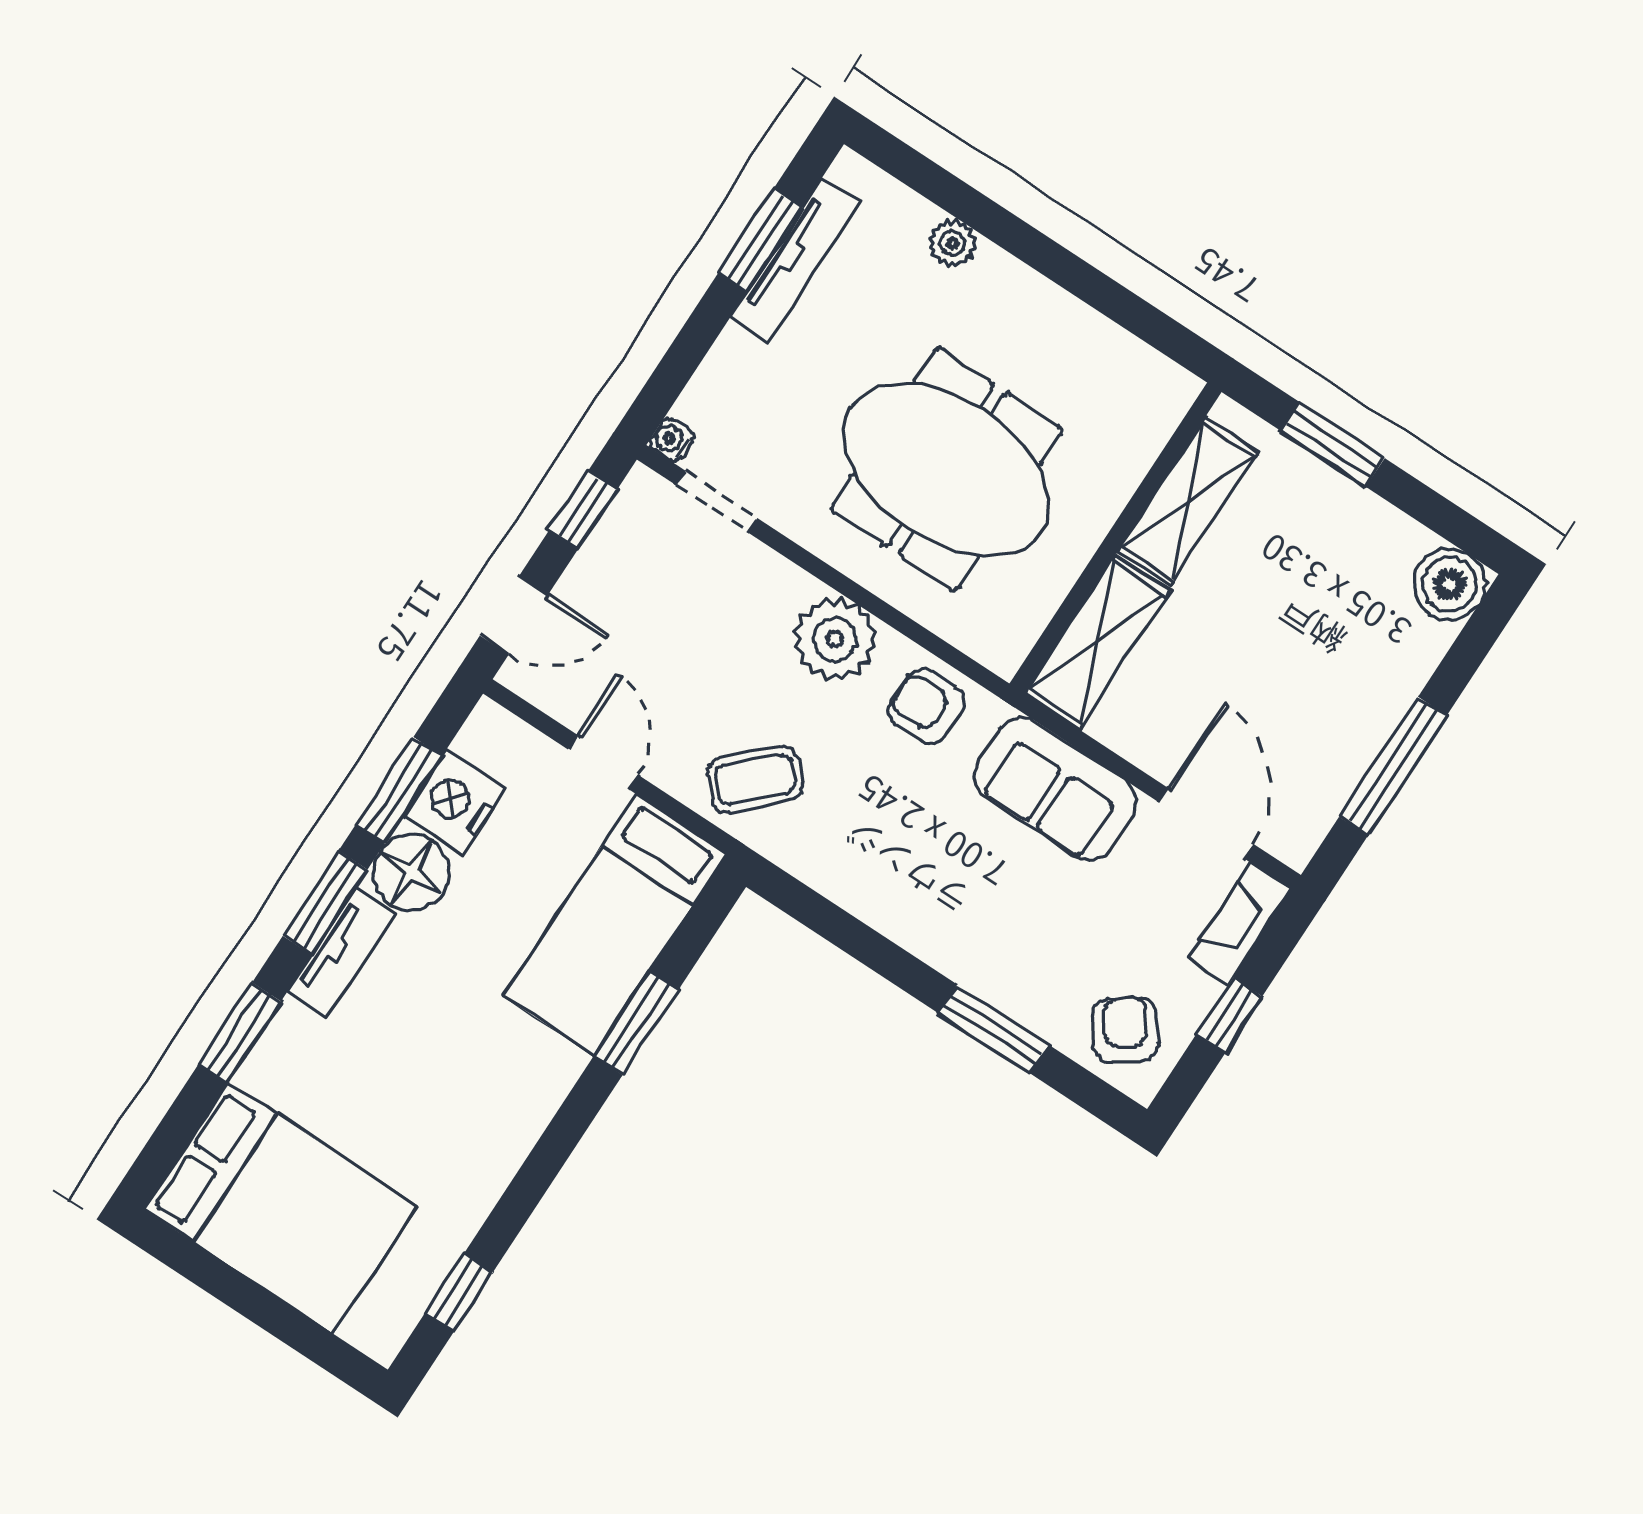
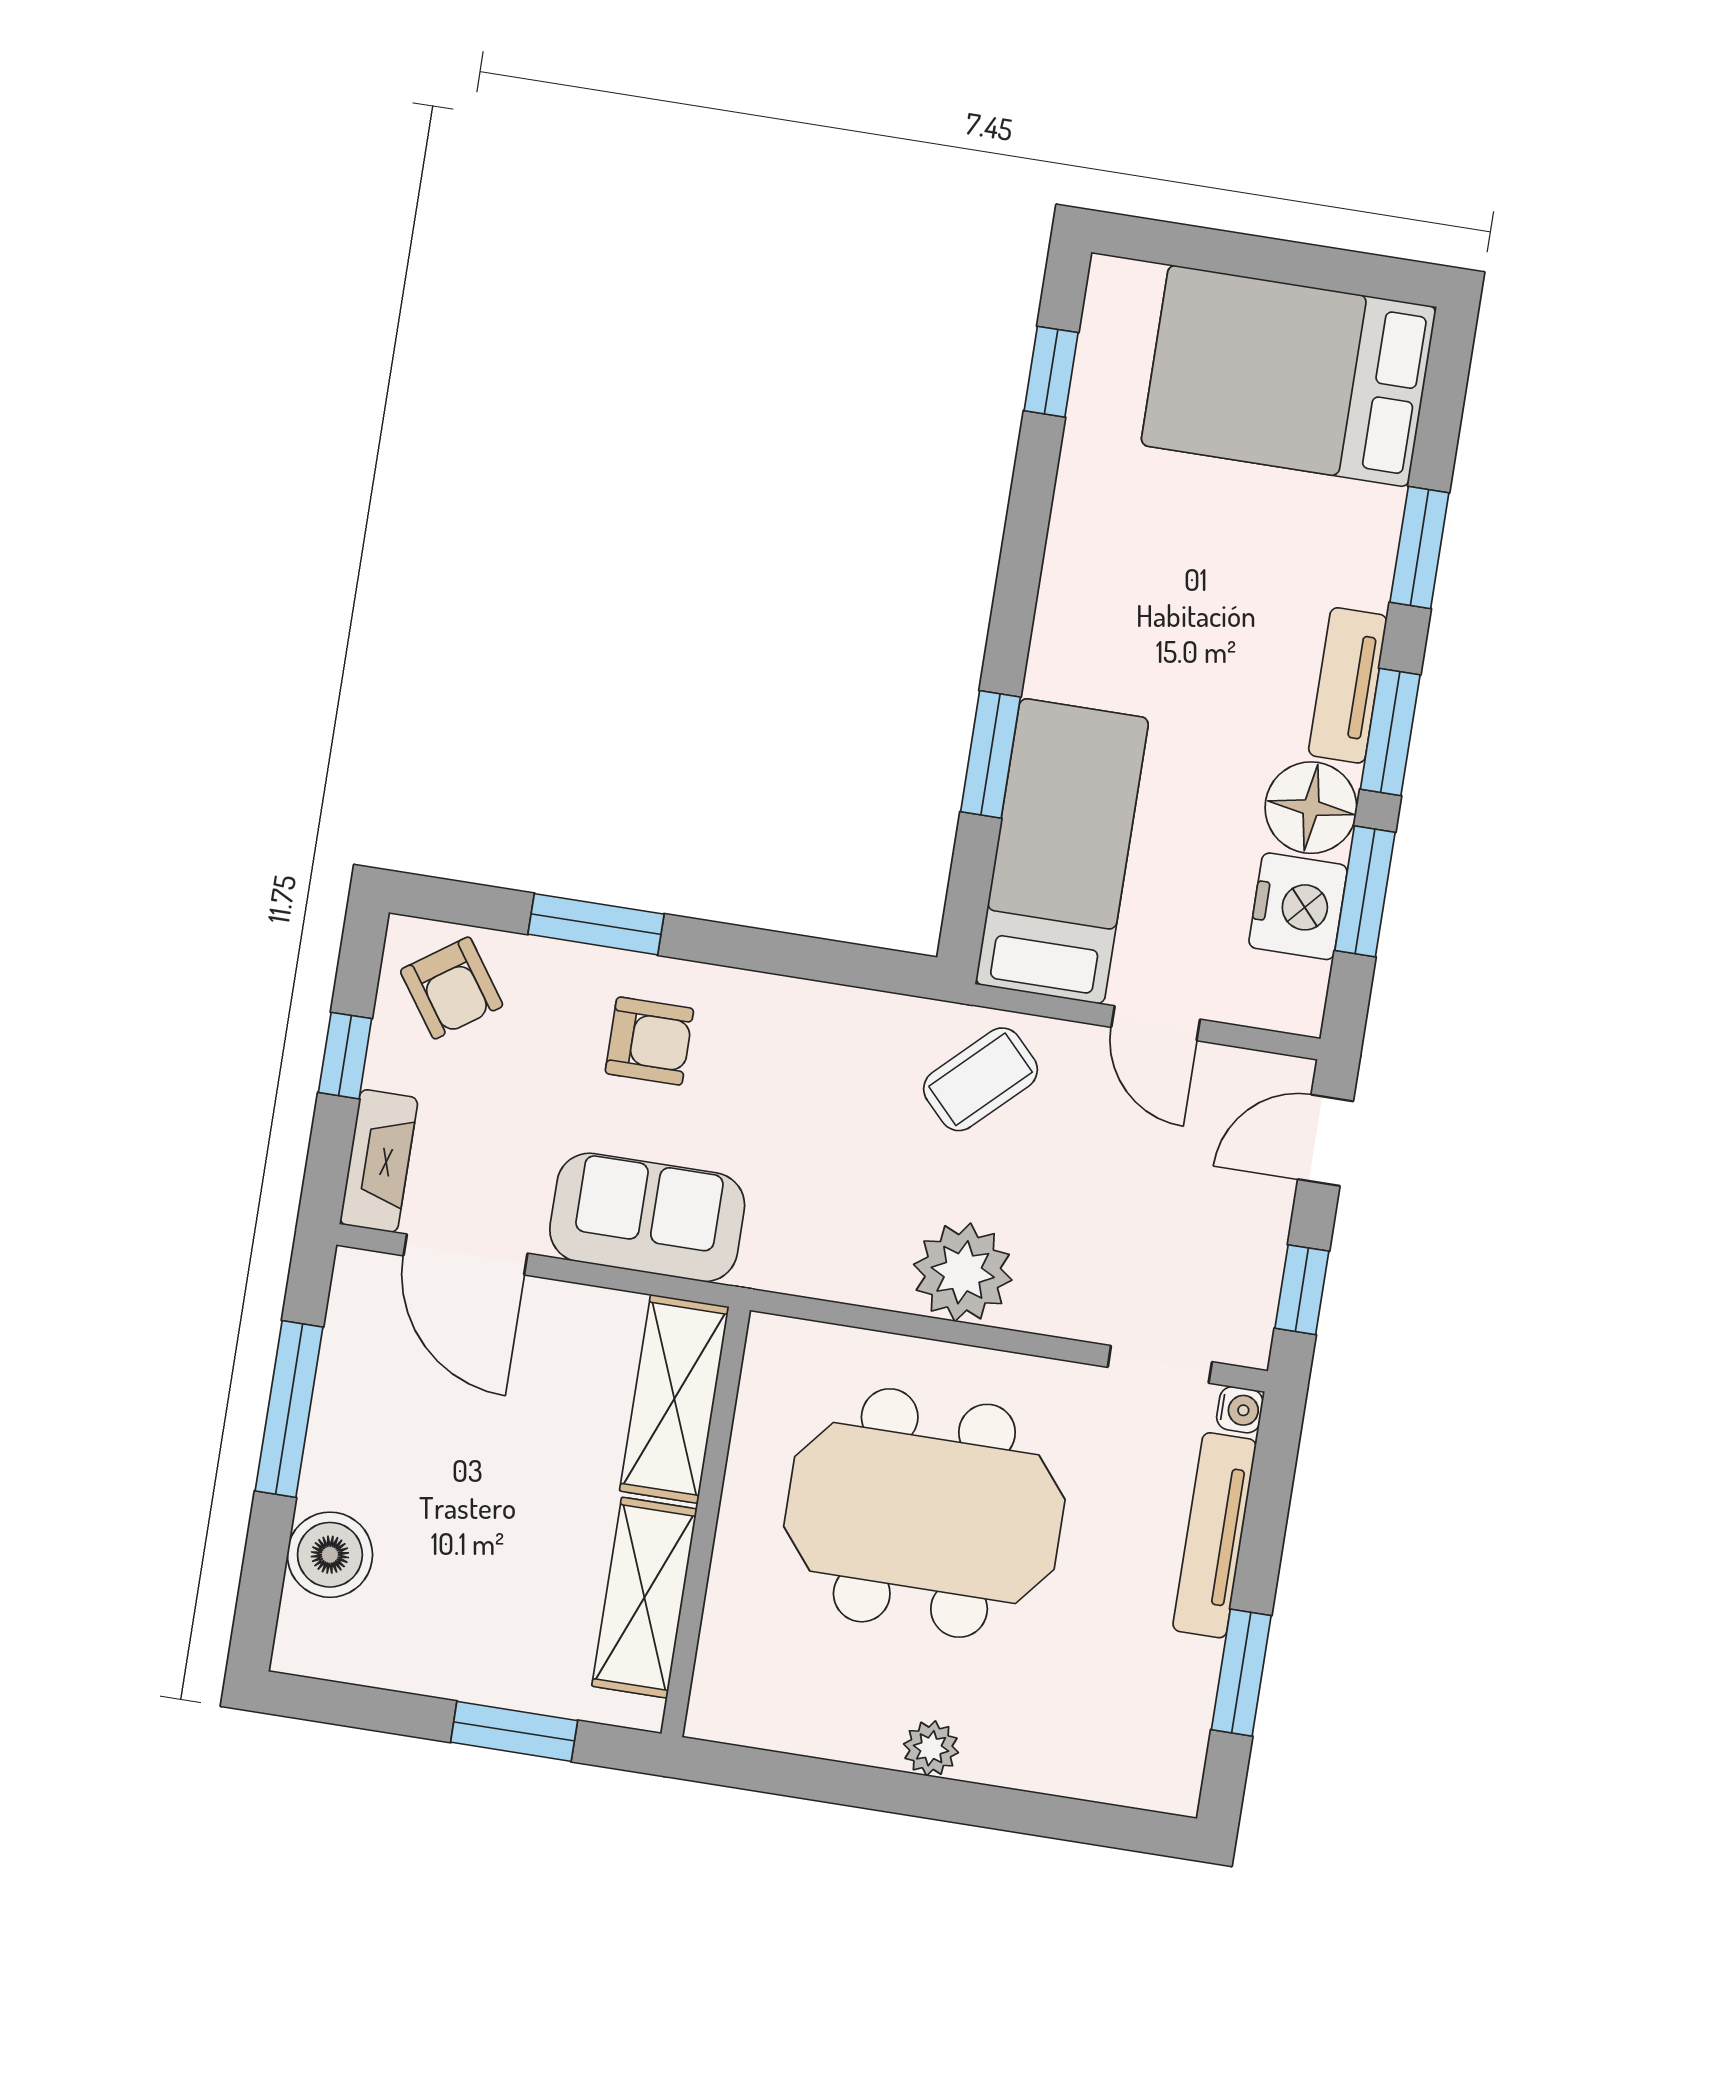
plant: (952, 243) -> (931, 1748), moved
tv unit: (795, 260) -> (1215, 1535), moved
boiler: (1450, 584) -> (330, 1555), moved
armchair: (927, 706) -> (649, 1041), moved

